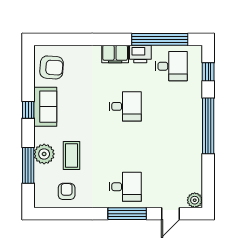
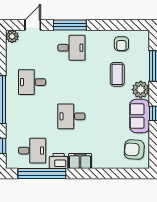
desk: (171, 66) -> (32, 151), turned 180
desk: (171, 147) -> (32, 82), added
plant: (44, 154) -> (141, 90), moved
desk: (125, 187) -> (71, 48), turned 180

